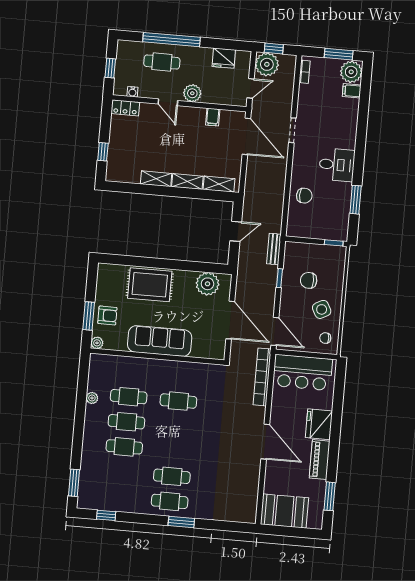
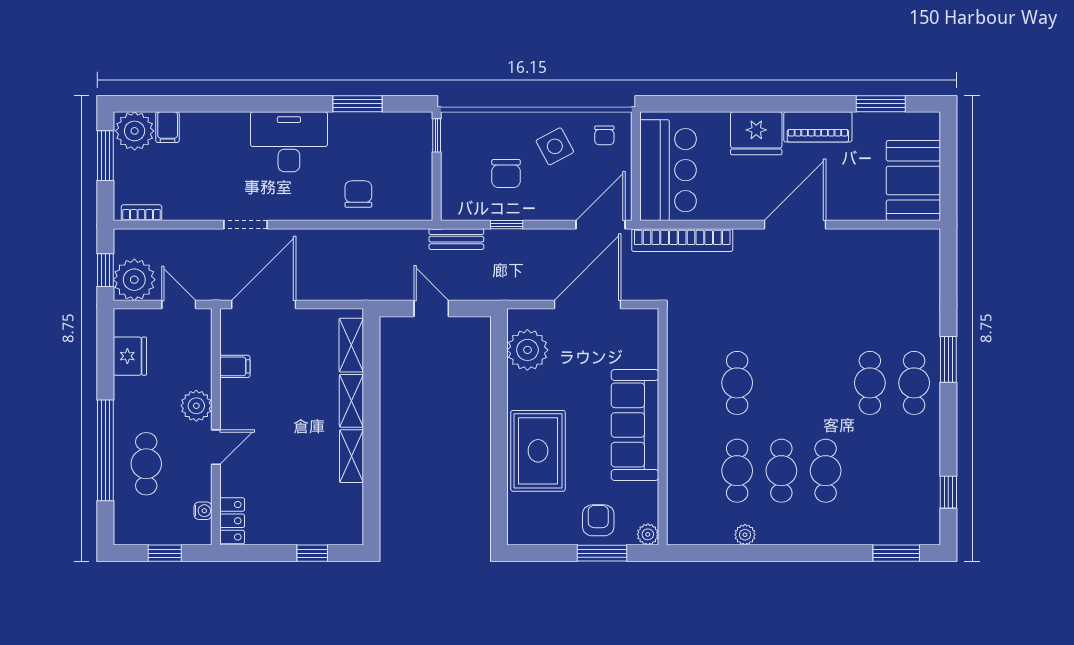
desk: (337, 165) -> (289, 142), width x1.37

